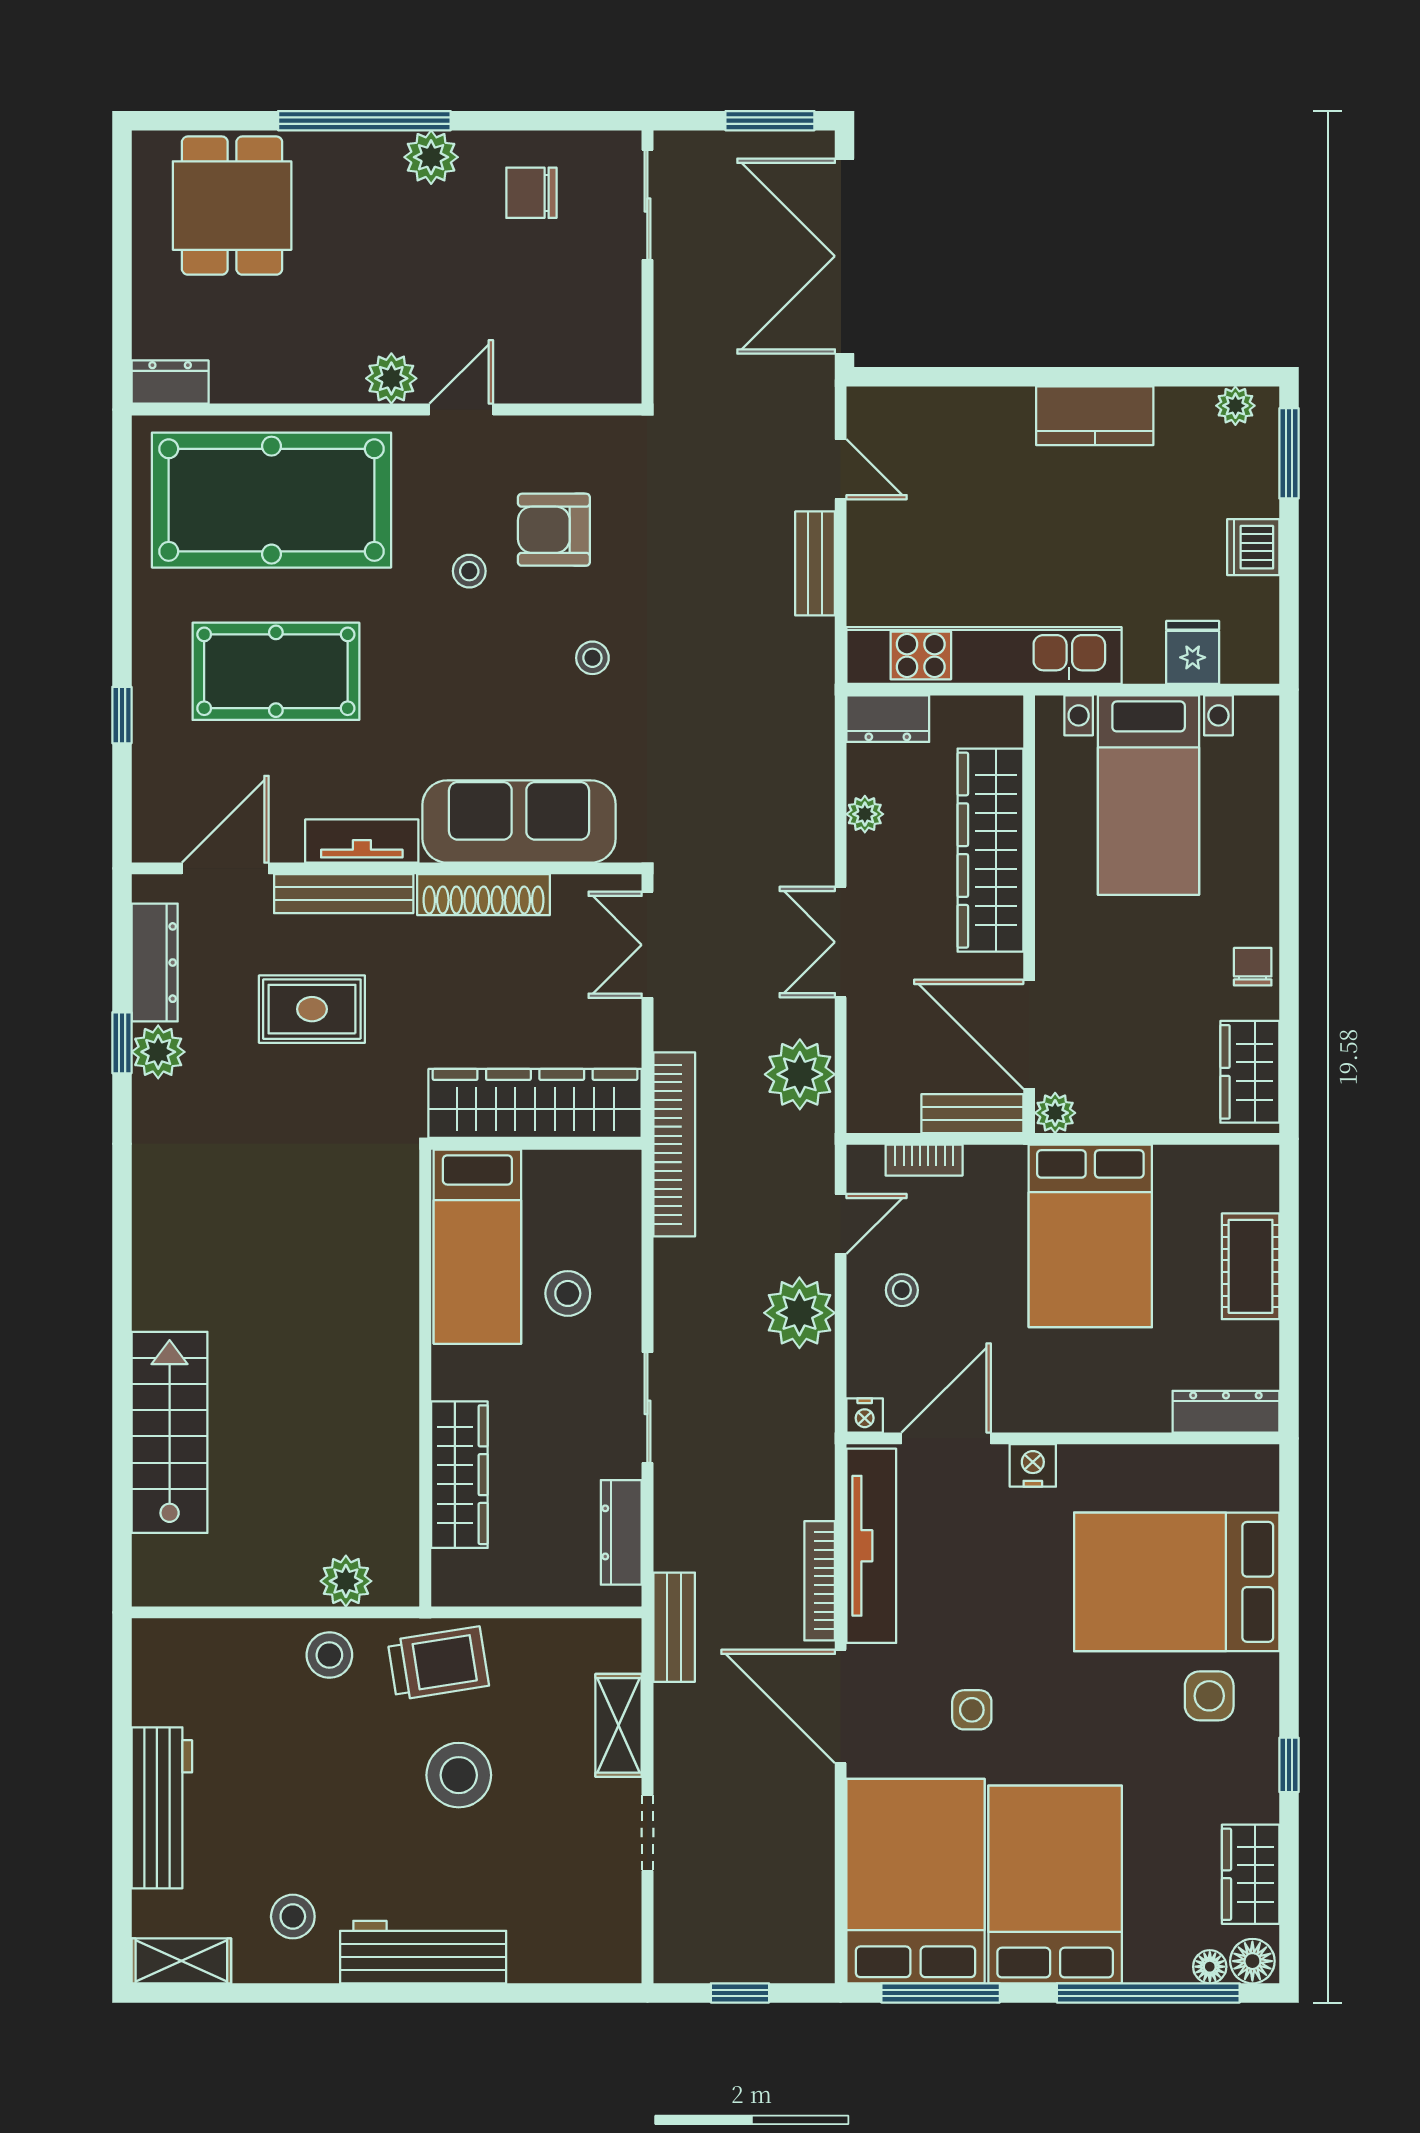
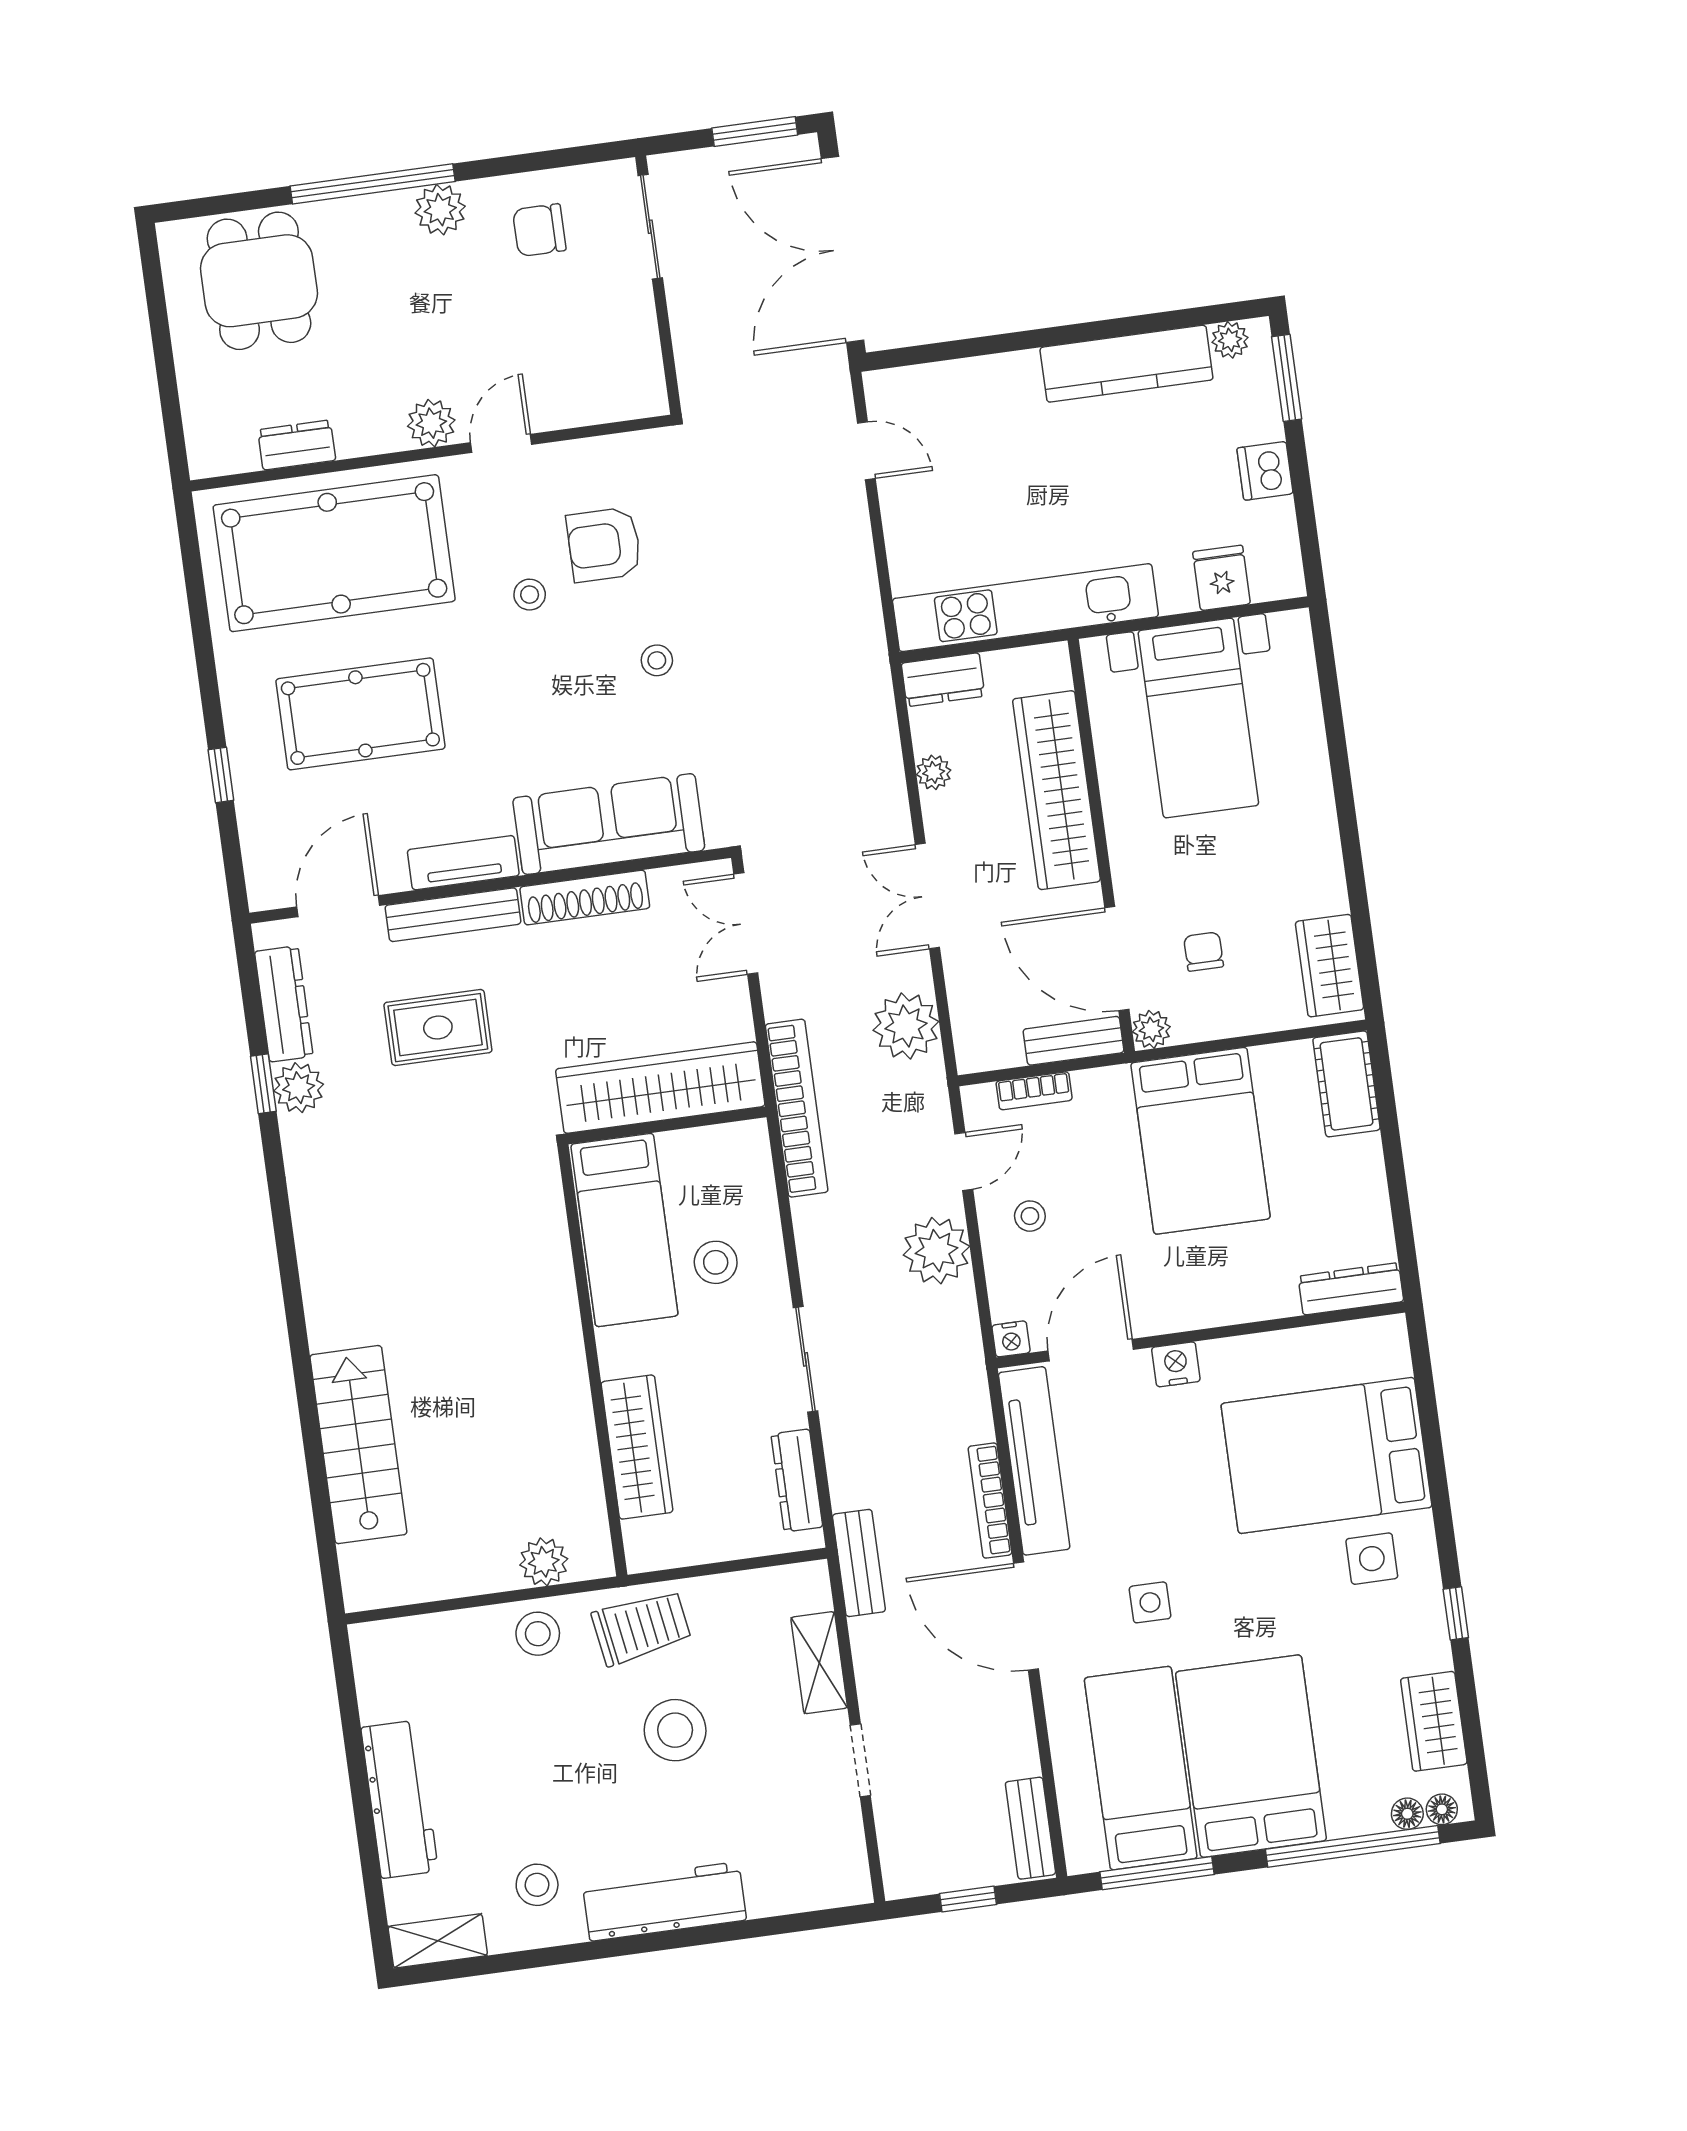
dresser: (170, 382) -> (297, 445), moved
kitchen counter: (1095, 416) -> (1126, 364), width x1.50
bench: (815, 563) -> (1030, 1828), moved
chair: (1253, 967) -> (1204, 952), moved
cot: (1251, 1266) -> (1346, 1084), moved
bed: (916, 1881) -> (1141, 1768), width x0.67
floor lamp: (1252, 1961) -> (1442, 1809), width x0.73, depth x0.73

